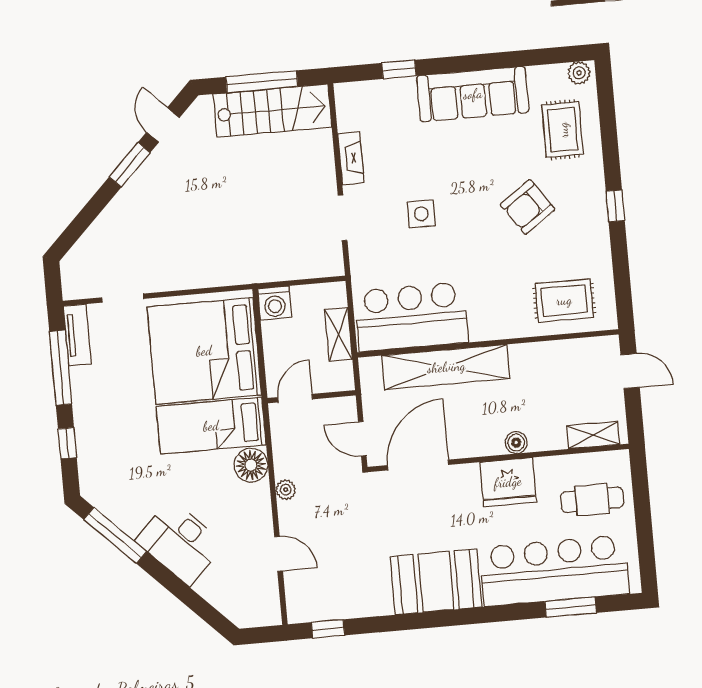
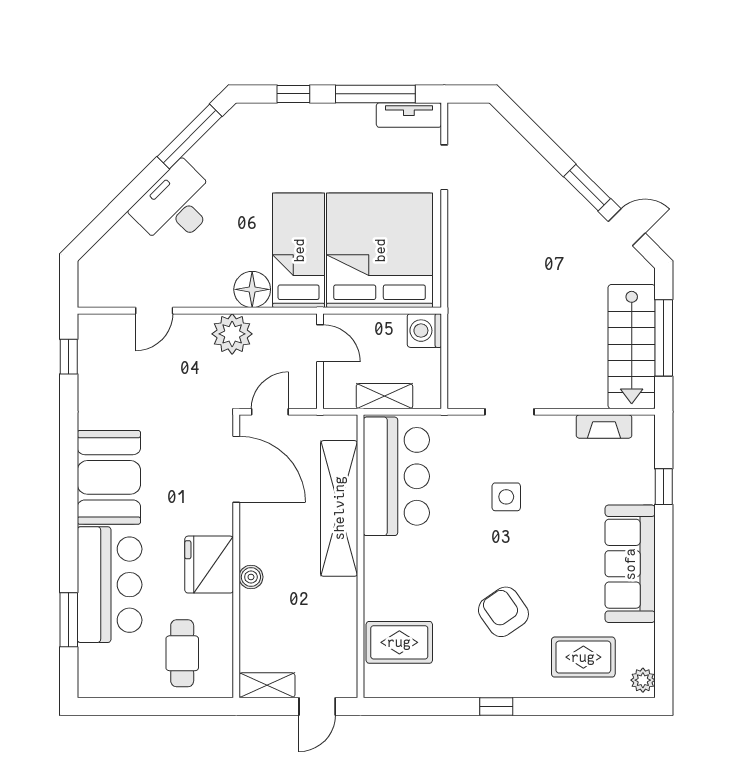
fireplace: (351, 158) -> (604, 426), moved
rug: (564, 300) -> (399, 642), turned 90
shelving: (593, 435) -> (267, 685), moved, turned 90
plant: (286, 490) -> (232, 334), width x1.88, depth x1.88
bar counter: (554, 571) -> (110, 585), width x0.73

